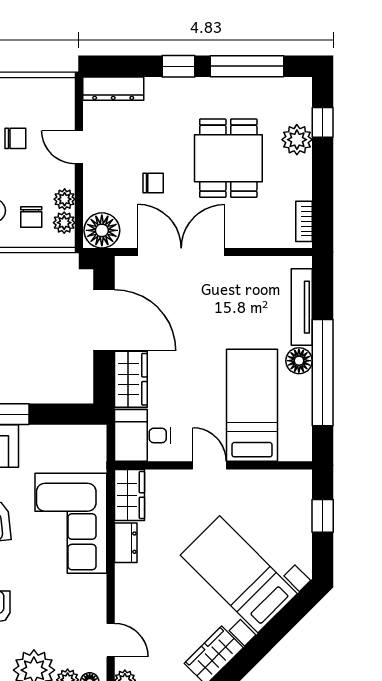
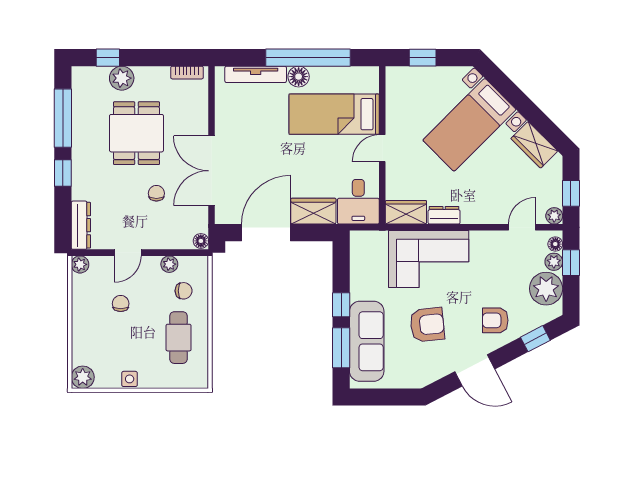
dining table: (228, 158) -> (136, 133), turned 90
plant: (64, 223) -> (80, 264), moved
floor lamp: (102, 230) -> (201, 241), width x0.53, depth x0.53

